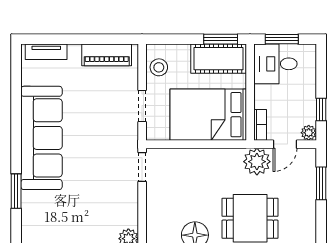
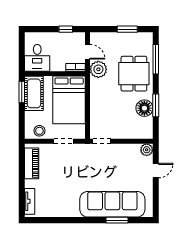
window: (282, 39) -> (22, 54), removed
plant: (309, 133) -> (80, 37), removed
sofa: (41, 138) -> (112, 204), moved
window: (321, 183) -> (127, 29), moved

